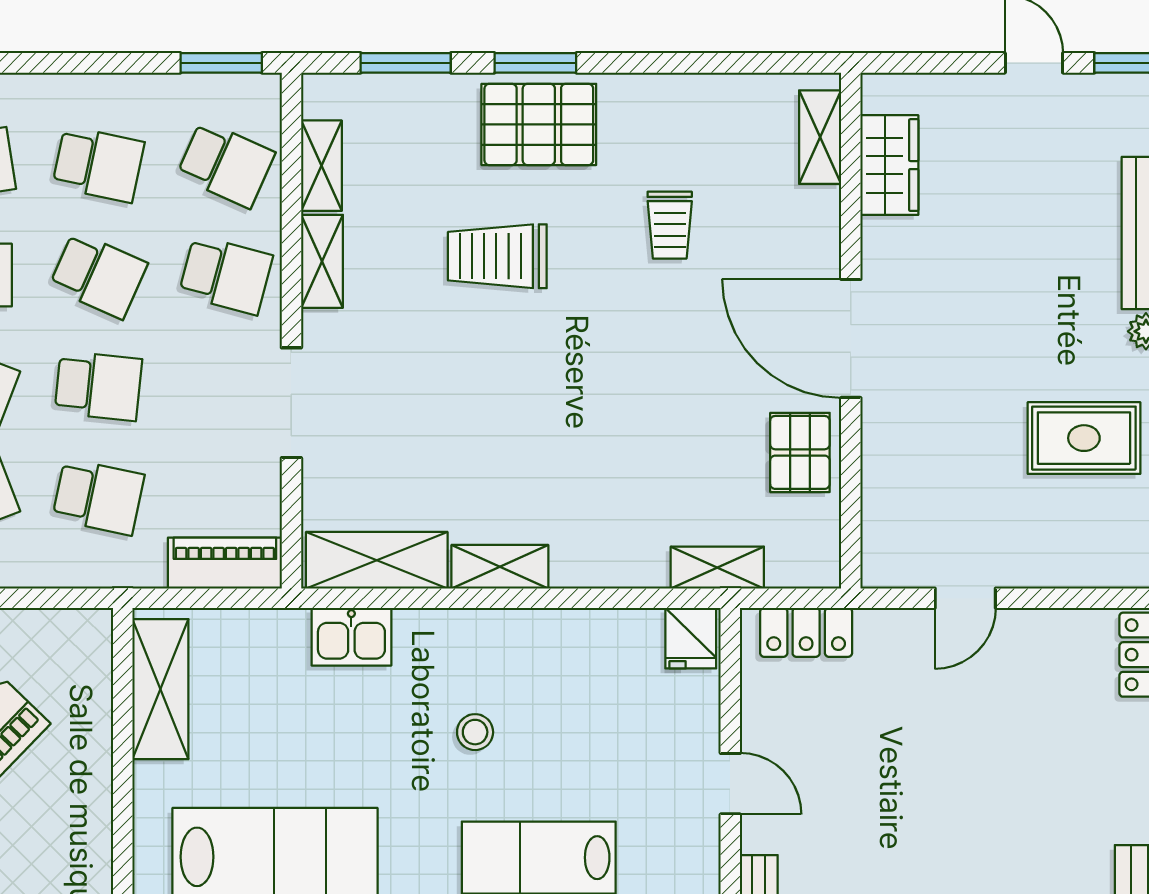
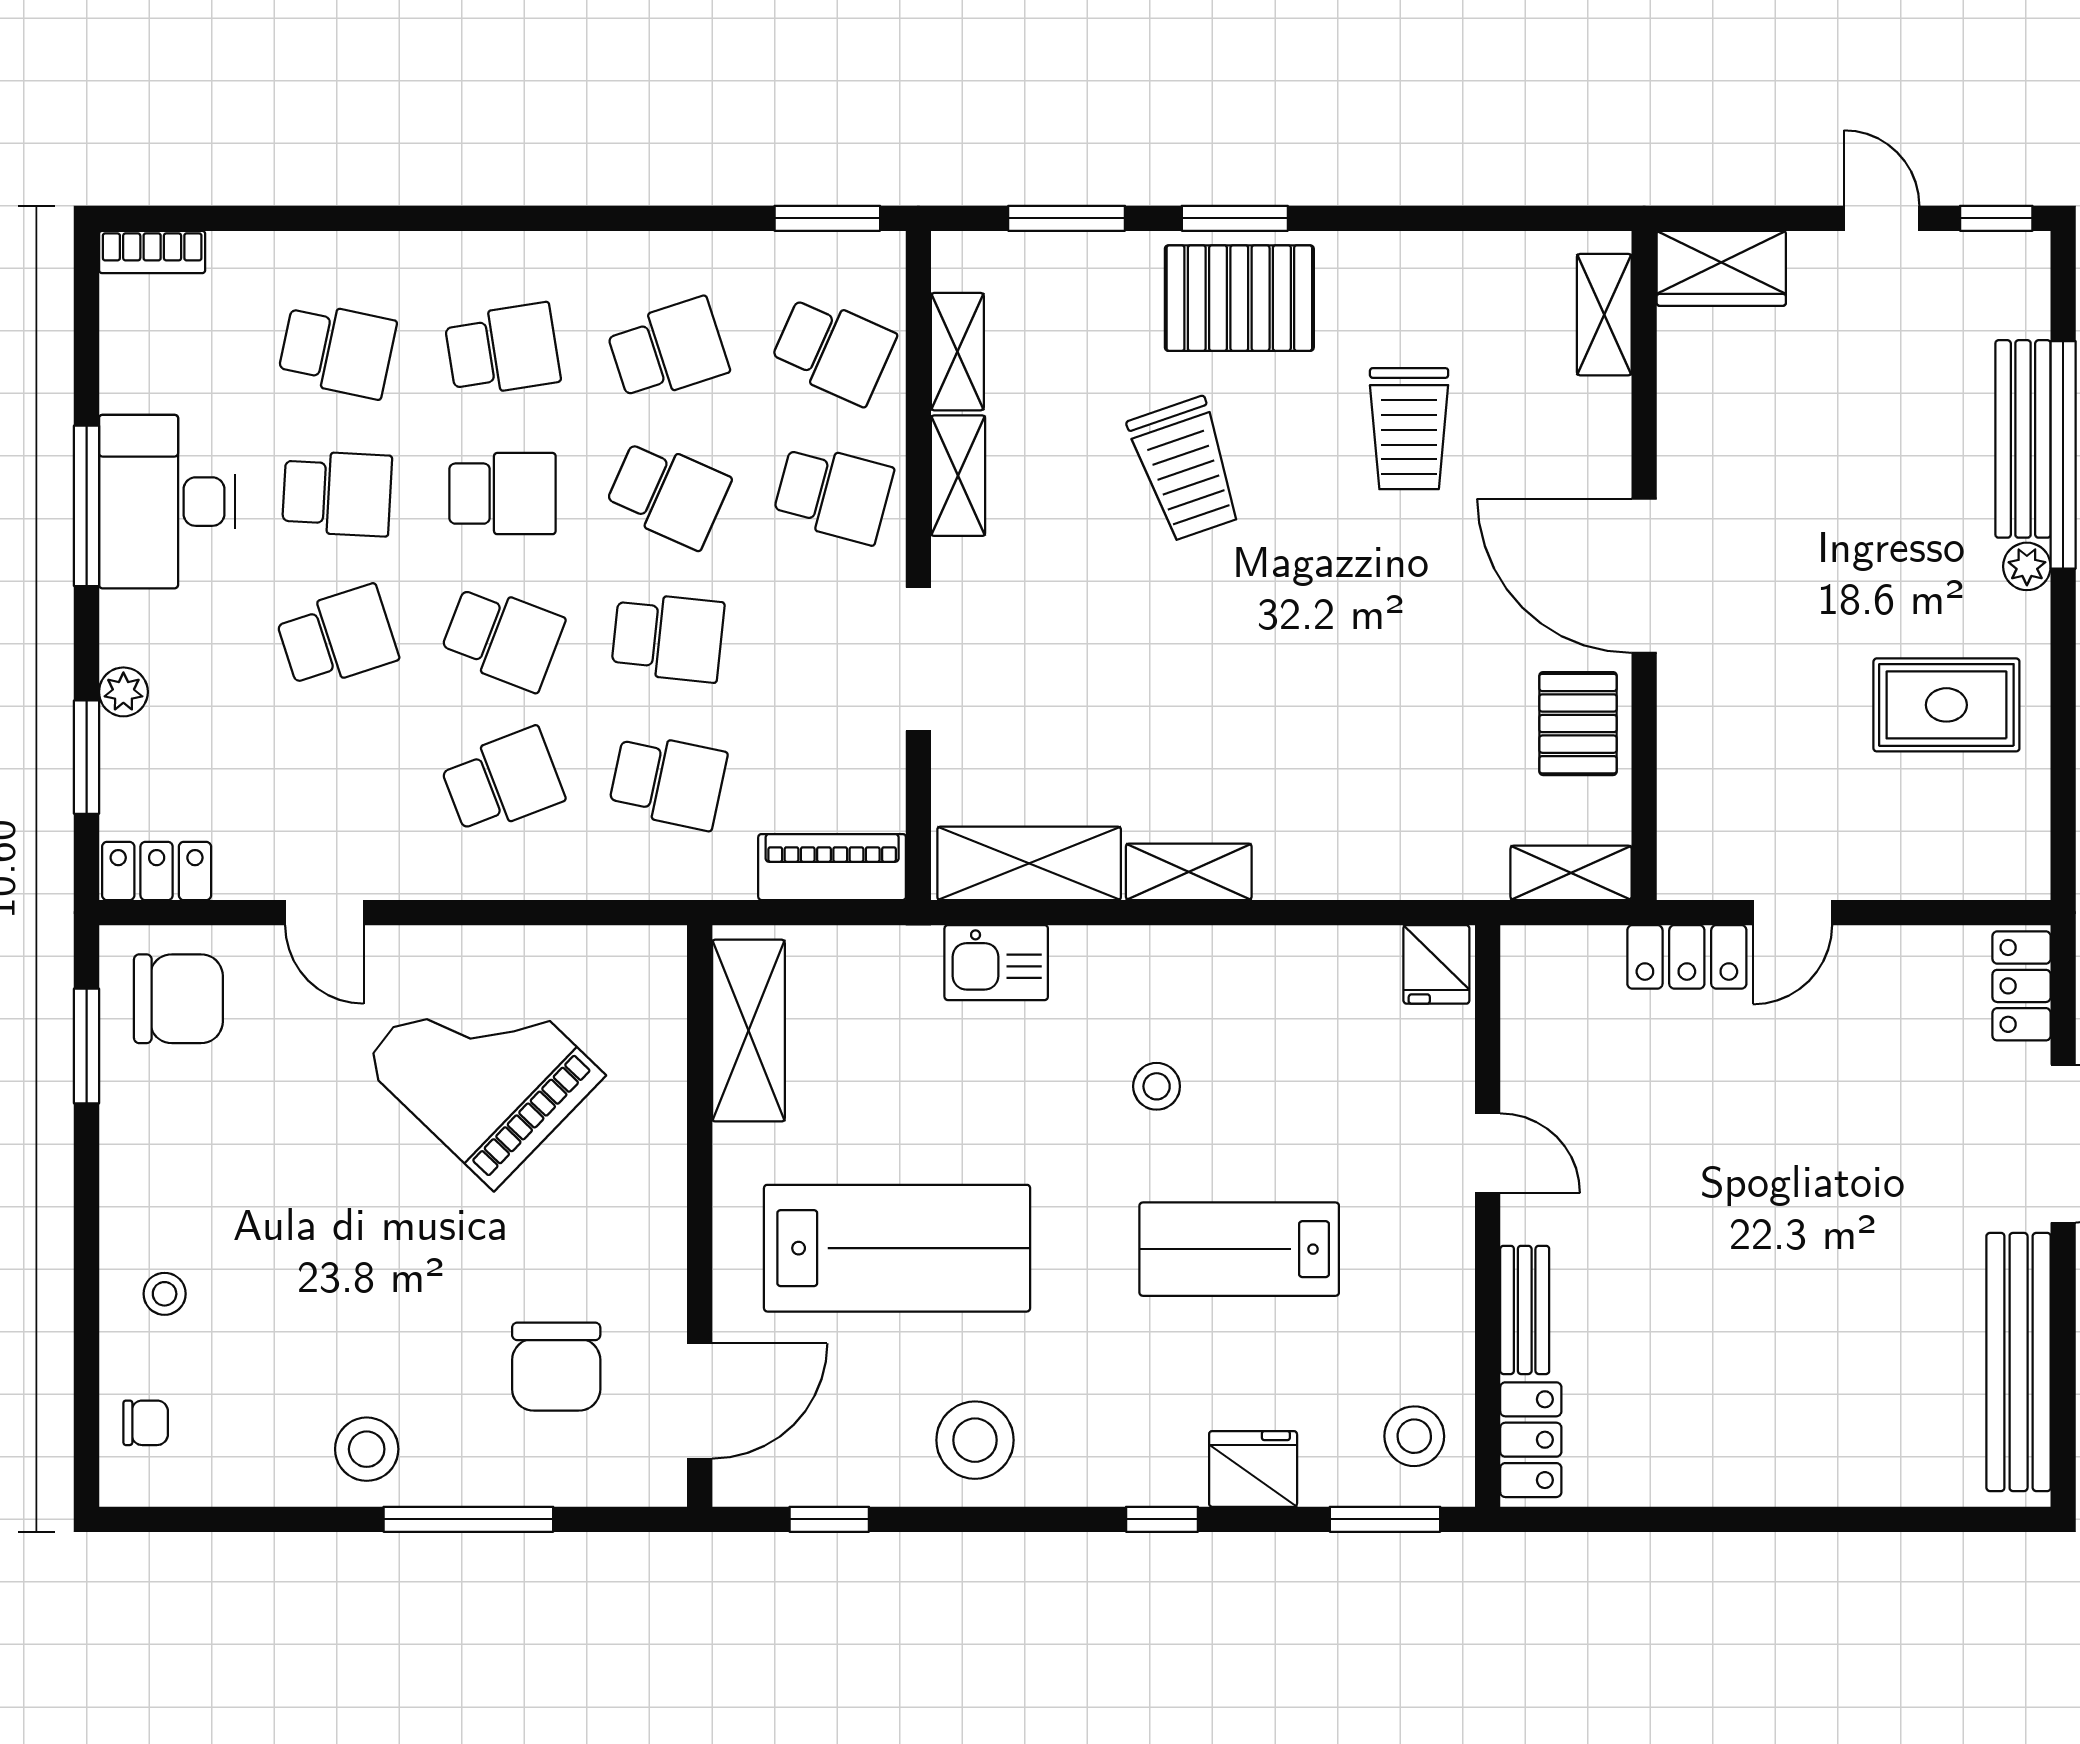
school desk: (98, 164) -> (668, 350), turned -30
wardrobe: (889, 165) -> (1721, 268), moved, turned 90
trolley: (670, 225) -> (1409, 429), width x1.36, depth x1.39
trolley: (497, 256) -> (1186, 469), turned -109
shelving: (717, 568) -> (1571, 873), moved
locker: (806, 632) -> (1687, 957), moved

